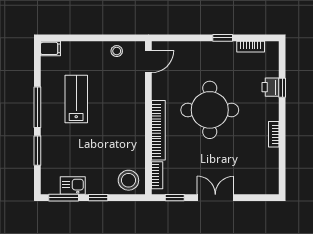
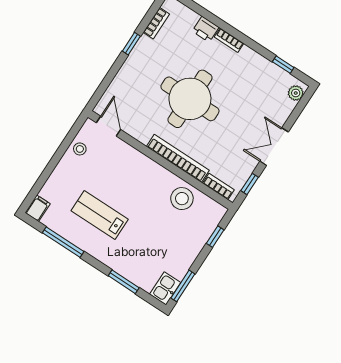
window: (282, 88) -> (283, 65), moved
window: (37, 107) -> (63, 242), moved
bookcase: (274, 134) -> (229, 40), moved
stool: (128, 180) -> (182, 199), moved
kitchen sink: (73, 185) -> (165, 288), moved
plant: (267, 188) -> (296, 93), added
window: (98, 198) -> (215, 237), moved

